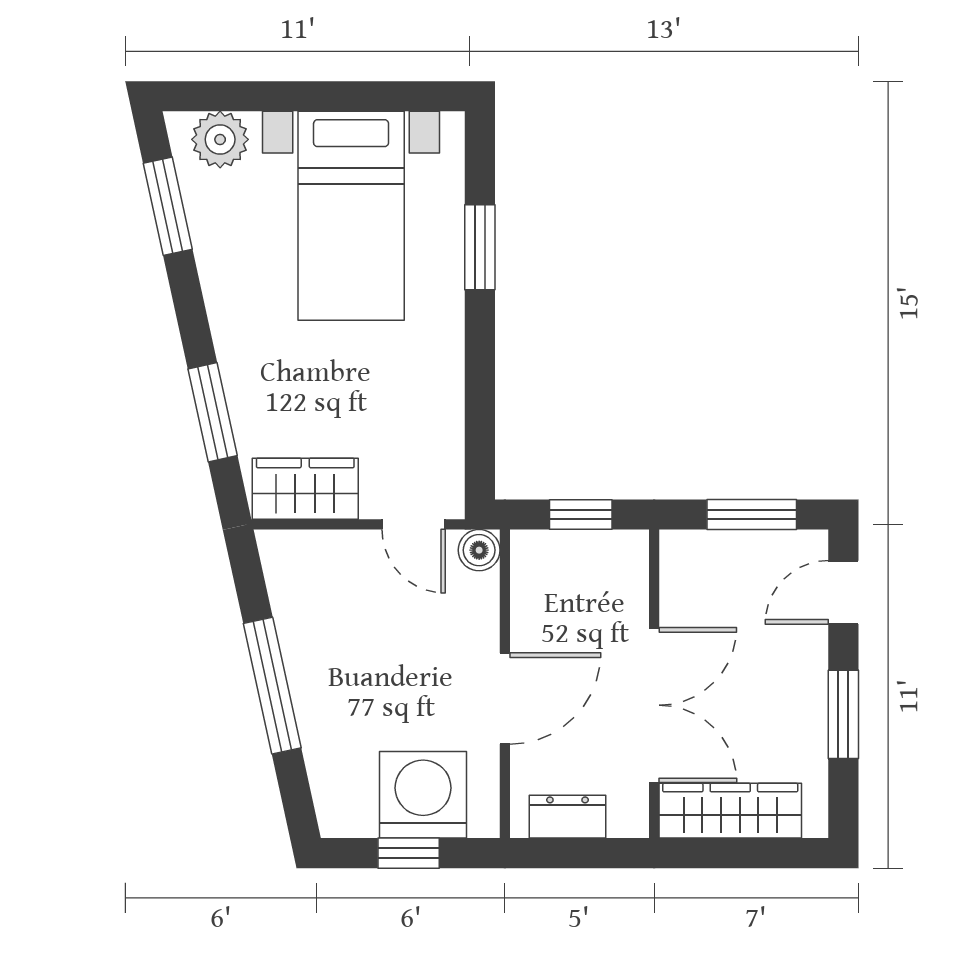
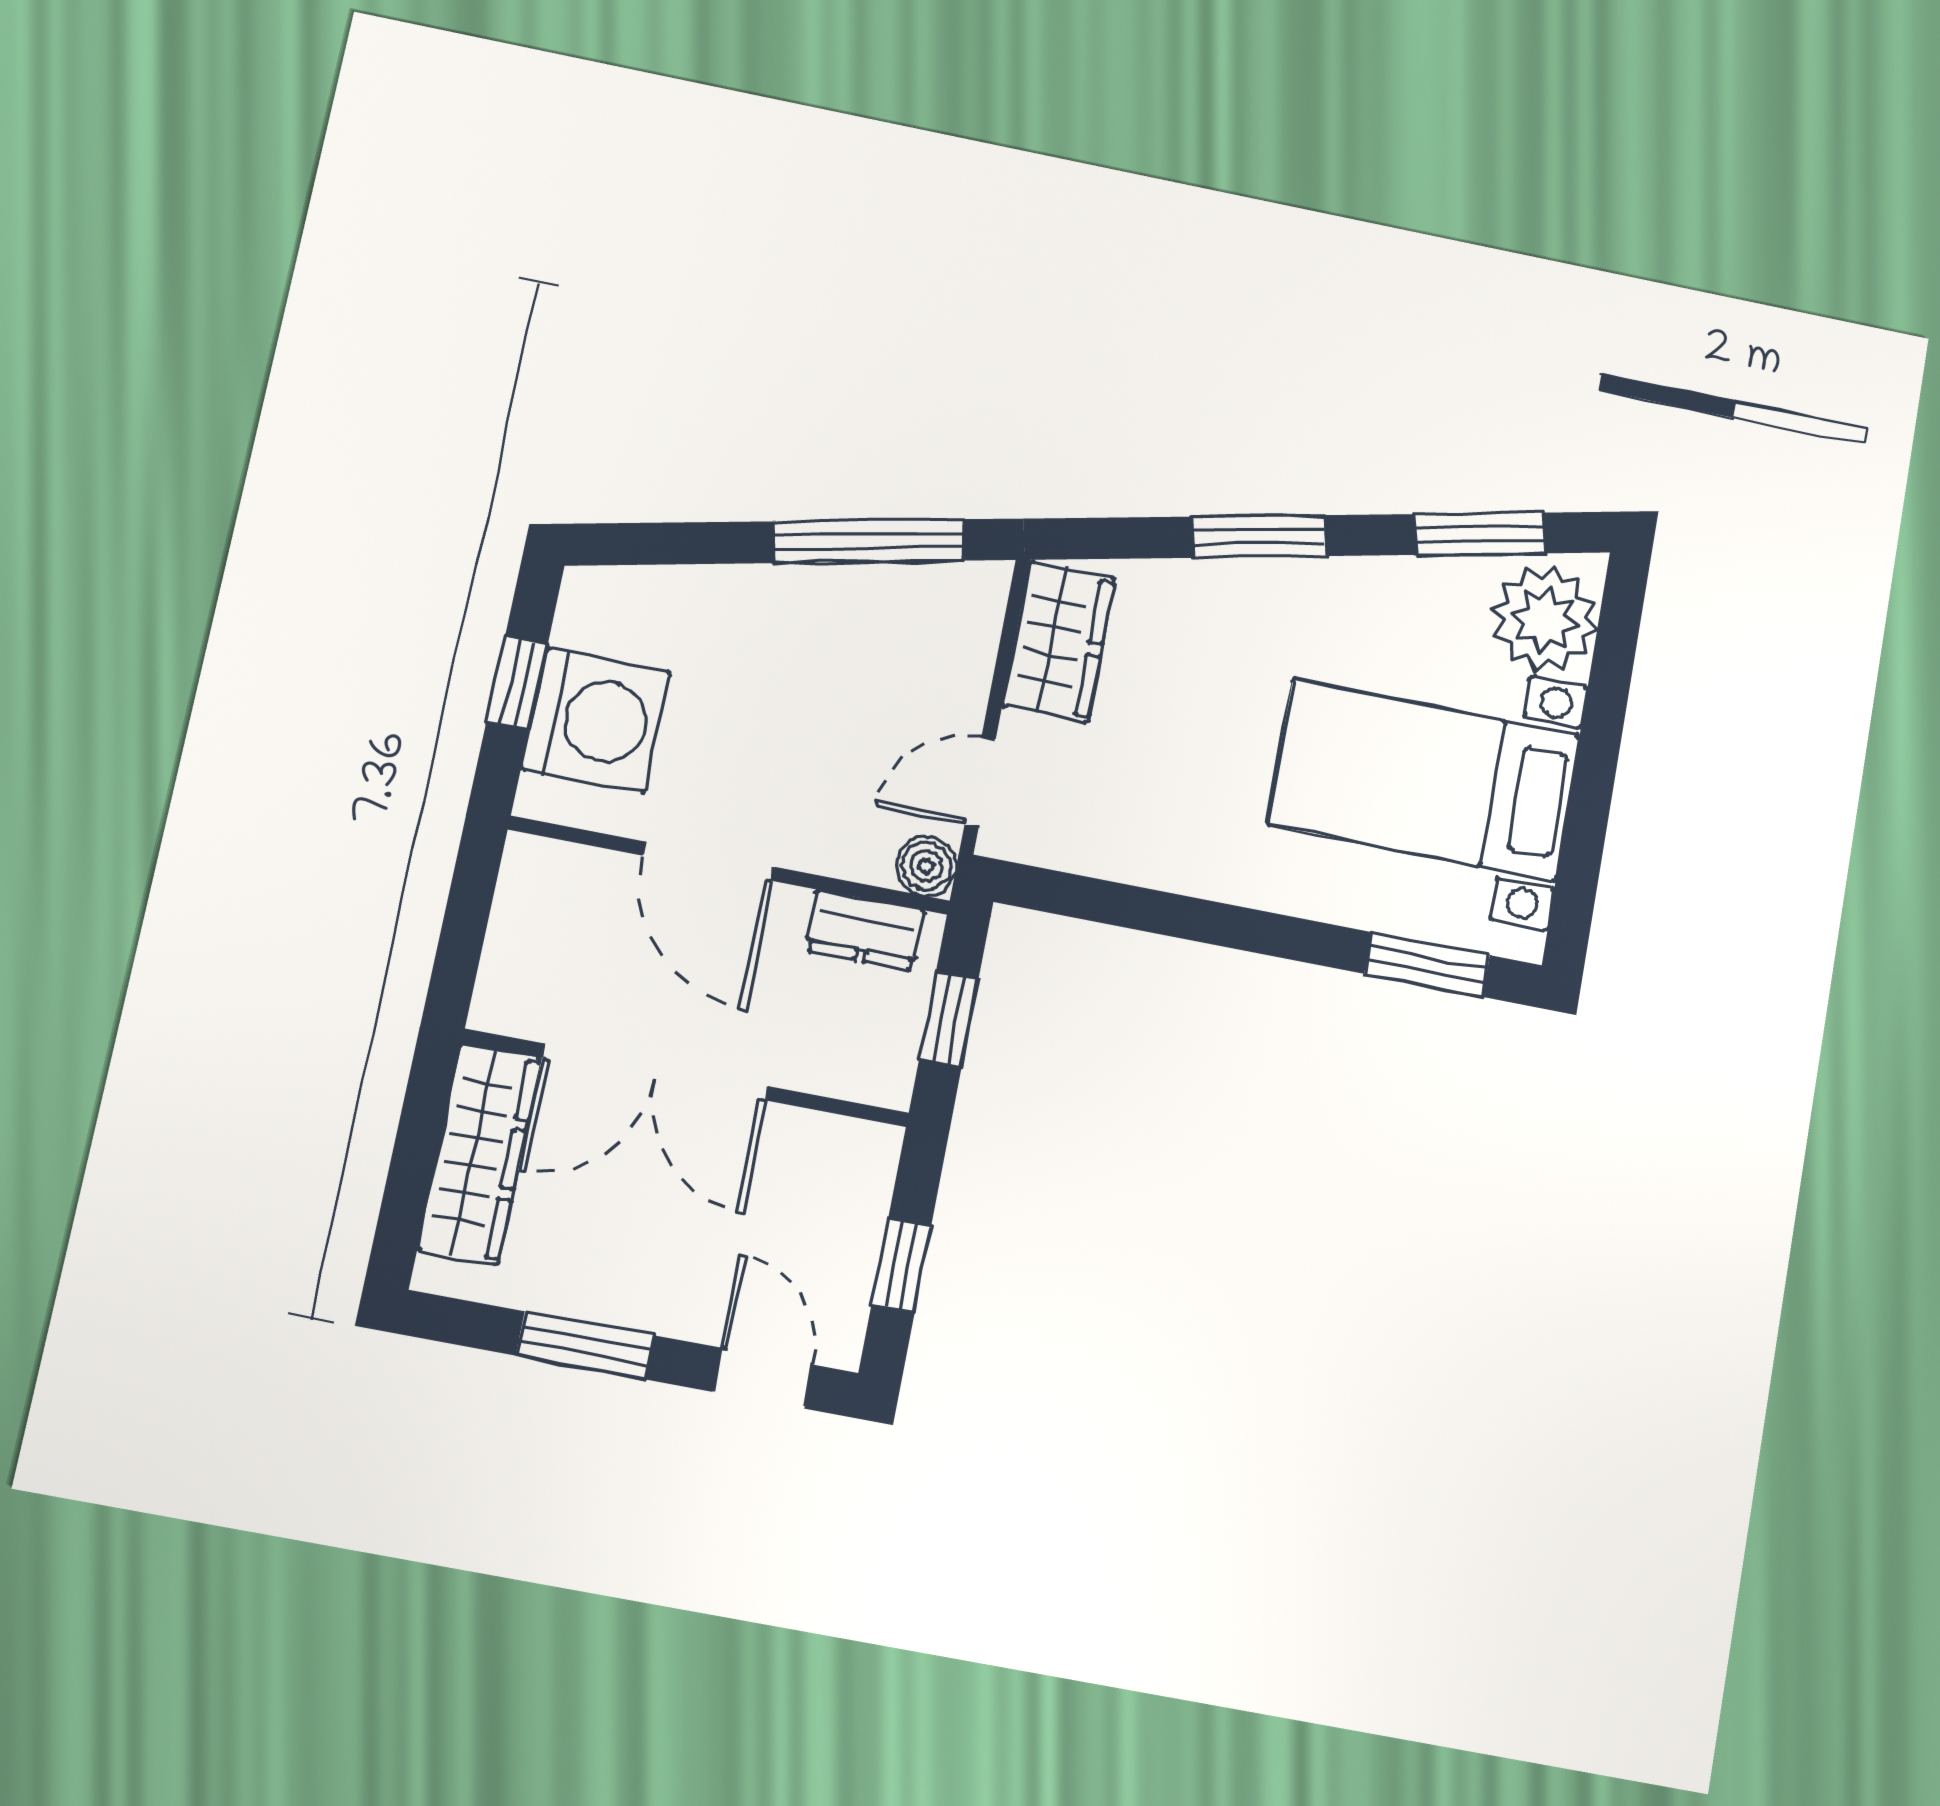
plant: (220, 139) -> (1545, 619), width x1.36, depth x1.36
window: (480, 247) -> (1427, 965), moved
window: (213, 412) -> (1259, 536), moved
window: (752, 515) -> (901, 1265), width x0.67
window: (272, 686) -> (869, 541), moved
dresser: (568, 817) -> (865, 930), moved, turned 90

